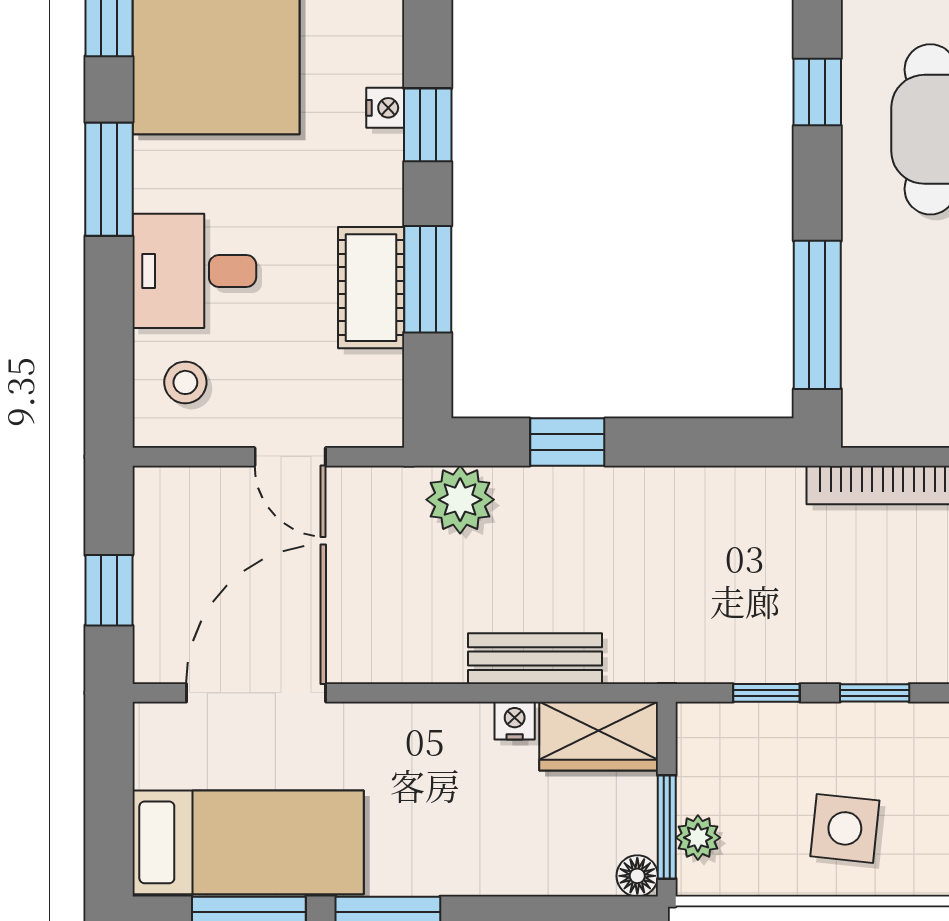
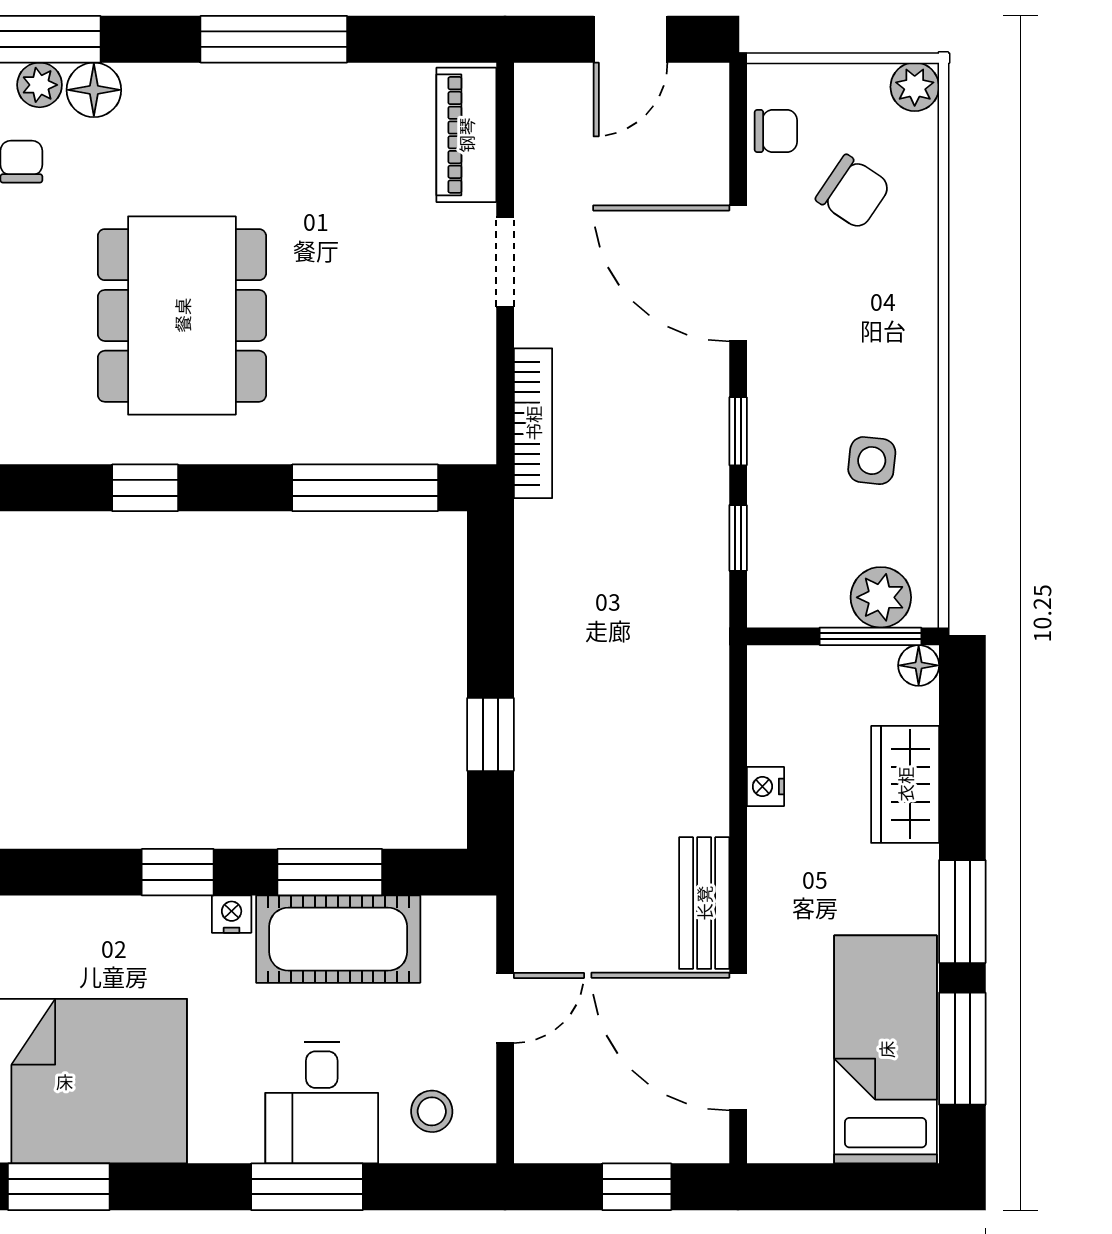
nightstand: (385, 108) -> (232, 914), moved
window: (109, 179) -> (307, 1187), moved
cot: (371, 288) -> (338, 939), width x1.37, depth x1.34
plant: (460, 500) -> (547, 840), removed
bench: (535, 659) -> (704, 903), moved
wardrobe: (599, 736) -> (905, 784), moved, turned 180
side table: (845, 828) -> (872, 461), width x0.73, depth x0.73
plant: (698, 838) -> (881, 597), width x1.38, depth x1.38

